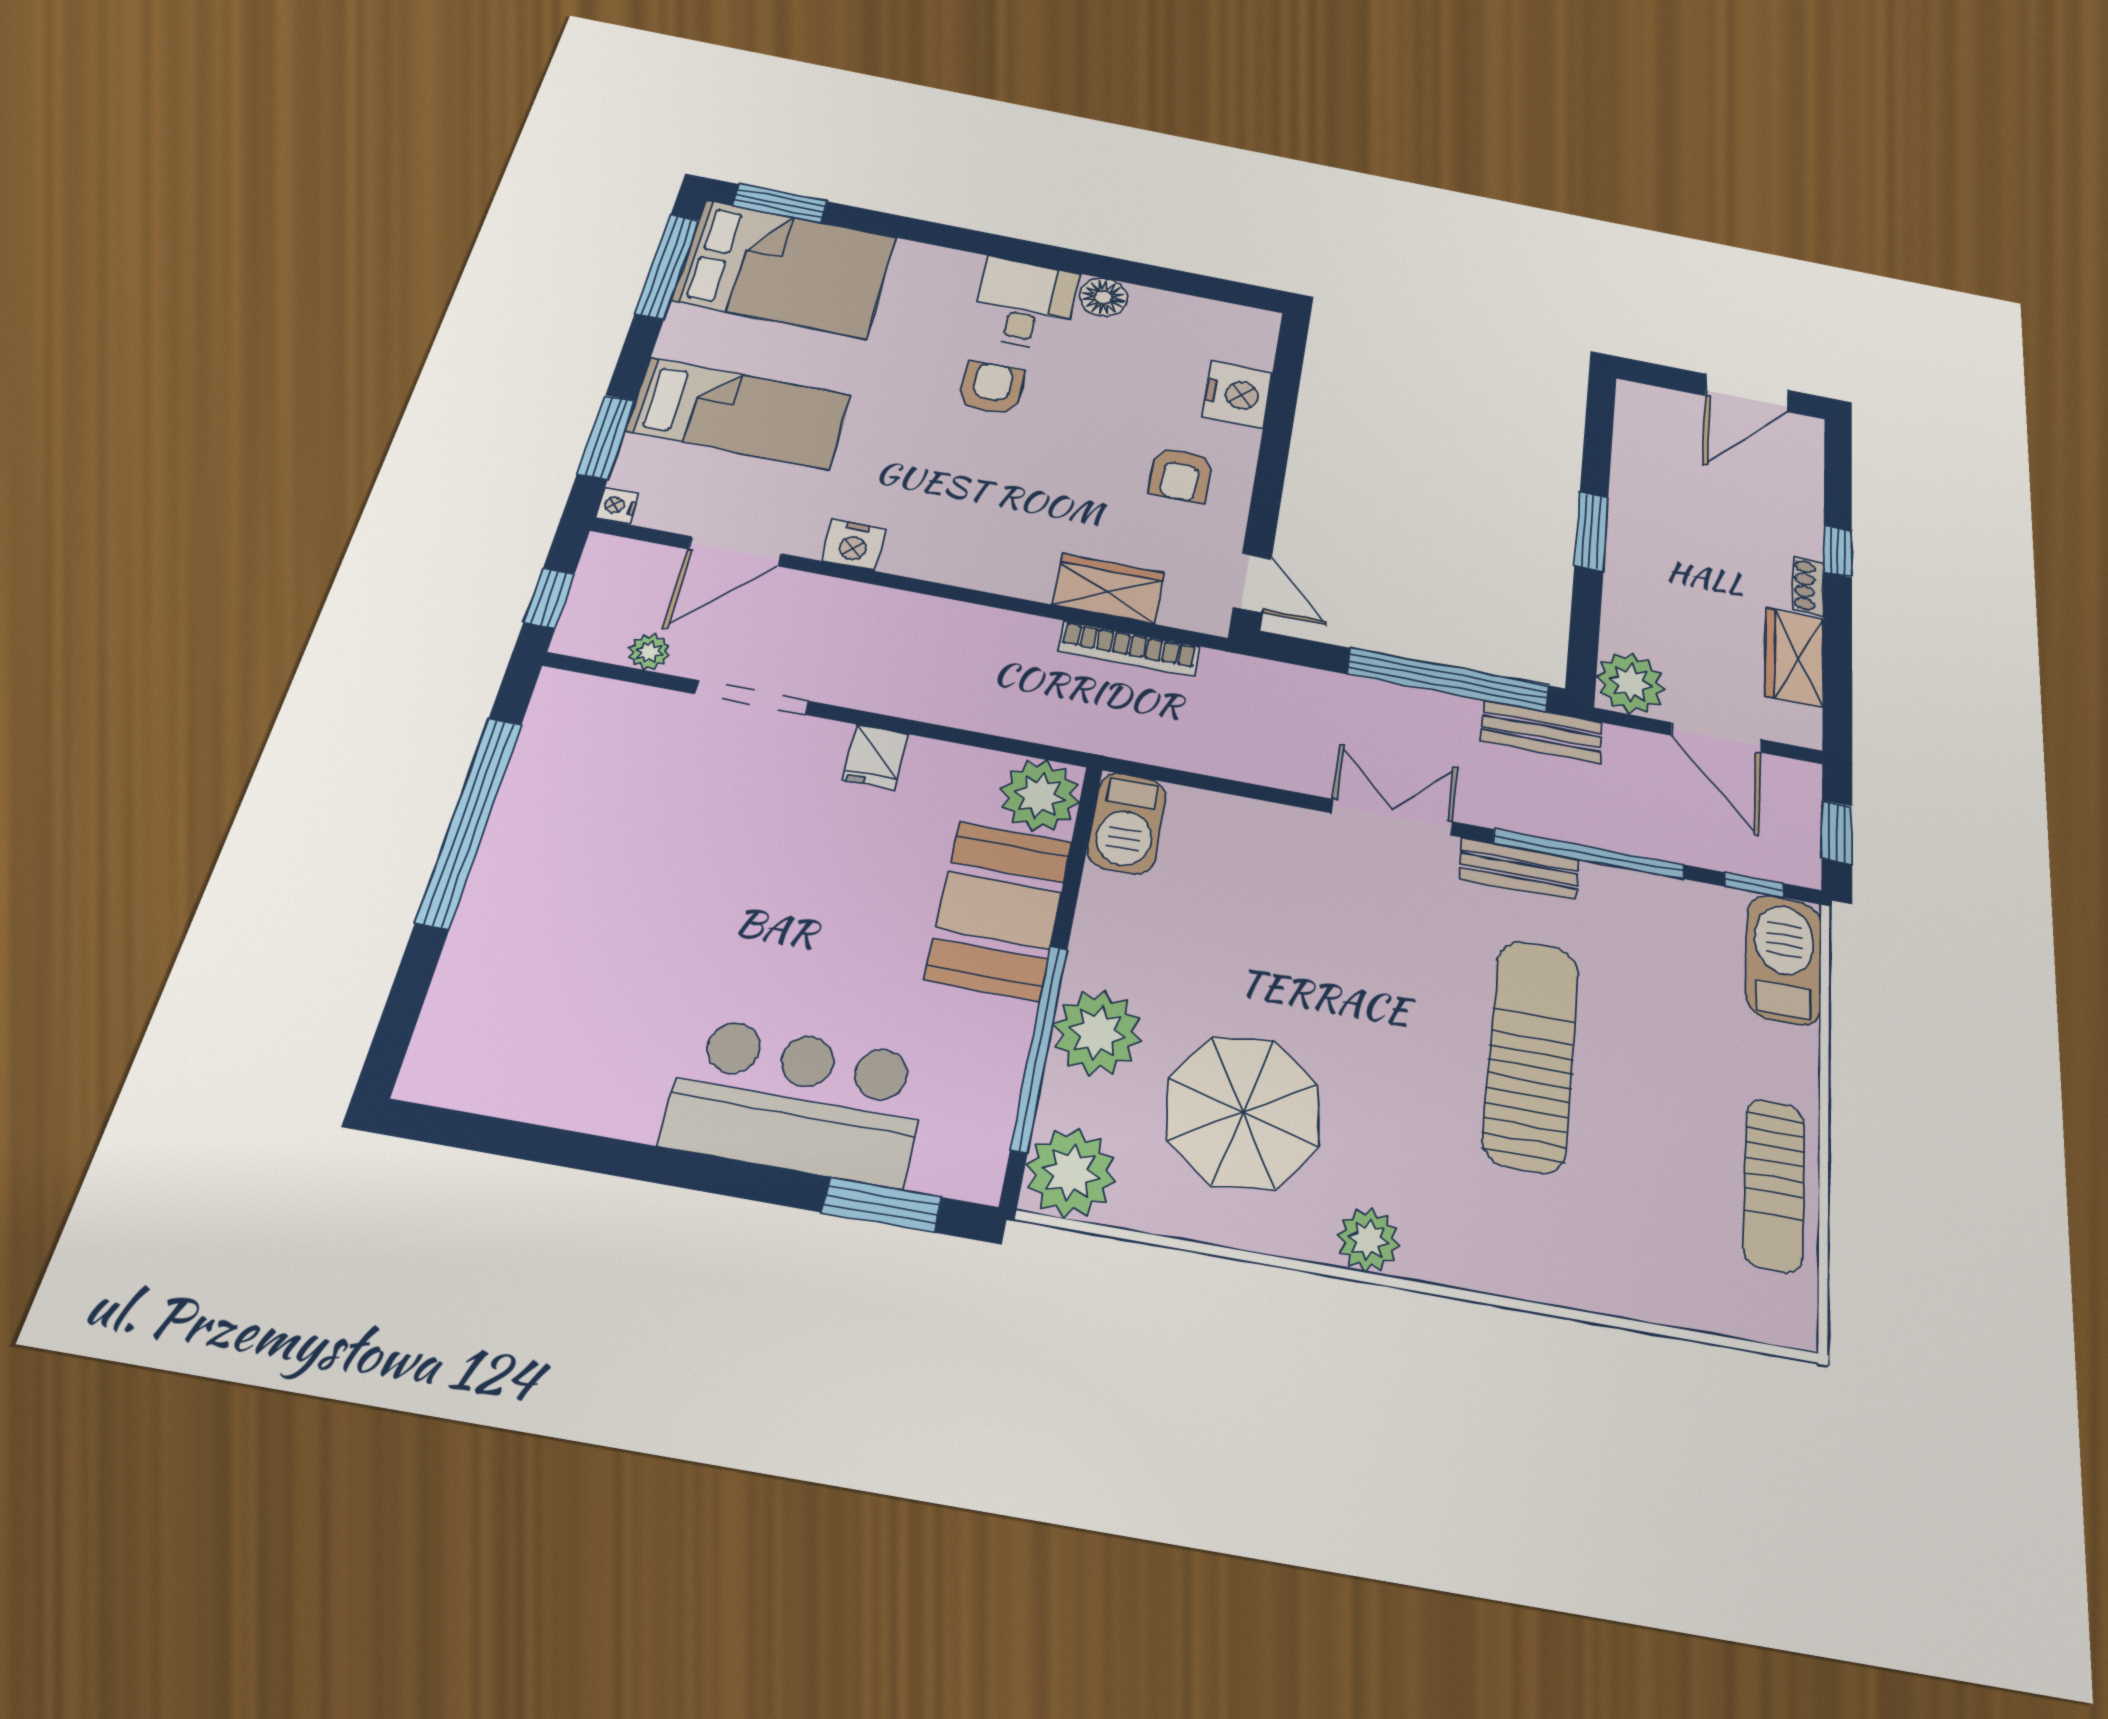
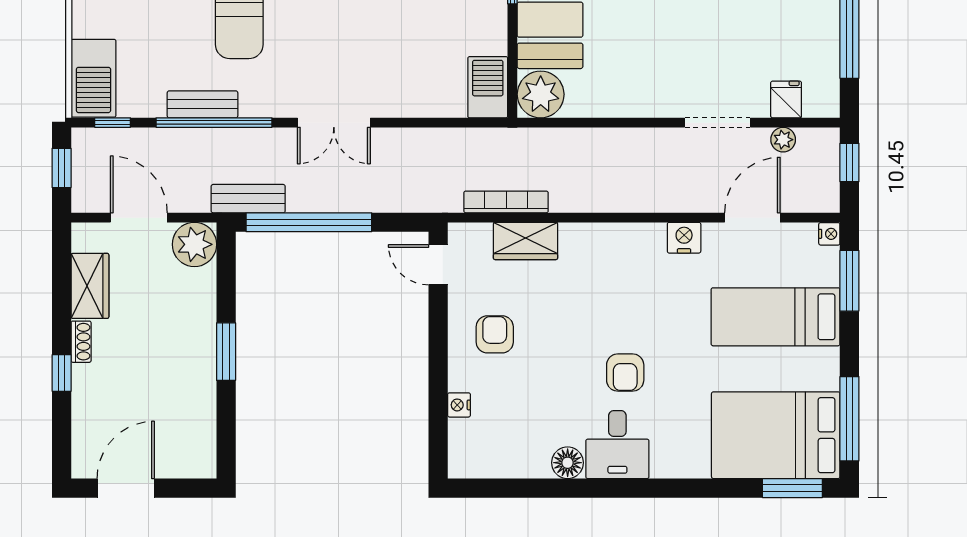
nightstand: (1237, 395) -> (459, 405), width x0.53, depth x0.56
fridge: (875, 757) -> (786, 99), moved
bench: (1519, 869) -> (202, 104), moved

